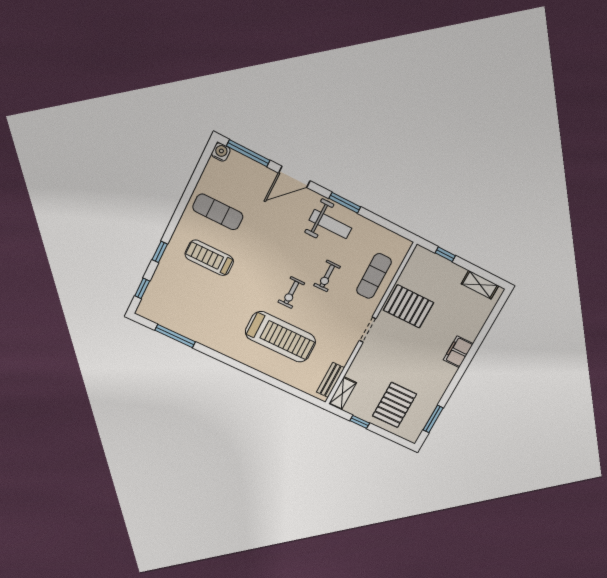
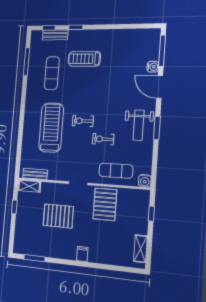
water cooler: (221, 152) -> (153, 67), moved
exercise mat: (218, 212) -> (52, 73), moved
water cooler: (403, 246) -> (145, 181), added
treadmill: (209, 258) -> (84, 59), turned -90
bench: (157, 284) -> (55, 35), added
treadmill: (281, 337) -> (51, 128), turned 180
filing cabinet: (458, 352) -> (82, 254), width x0.50
pallet: (395, 405) -> (58, 216), moved

